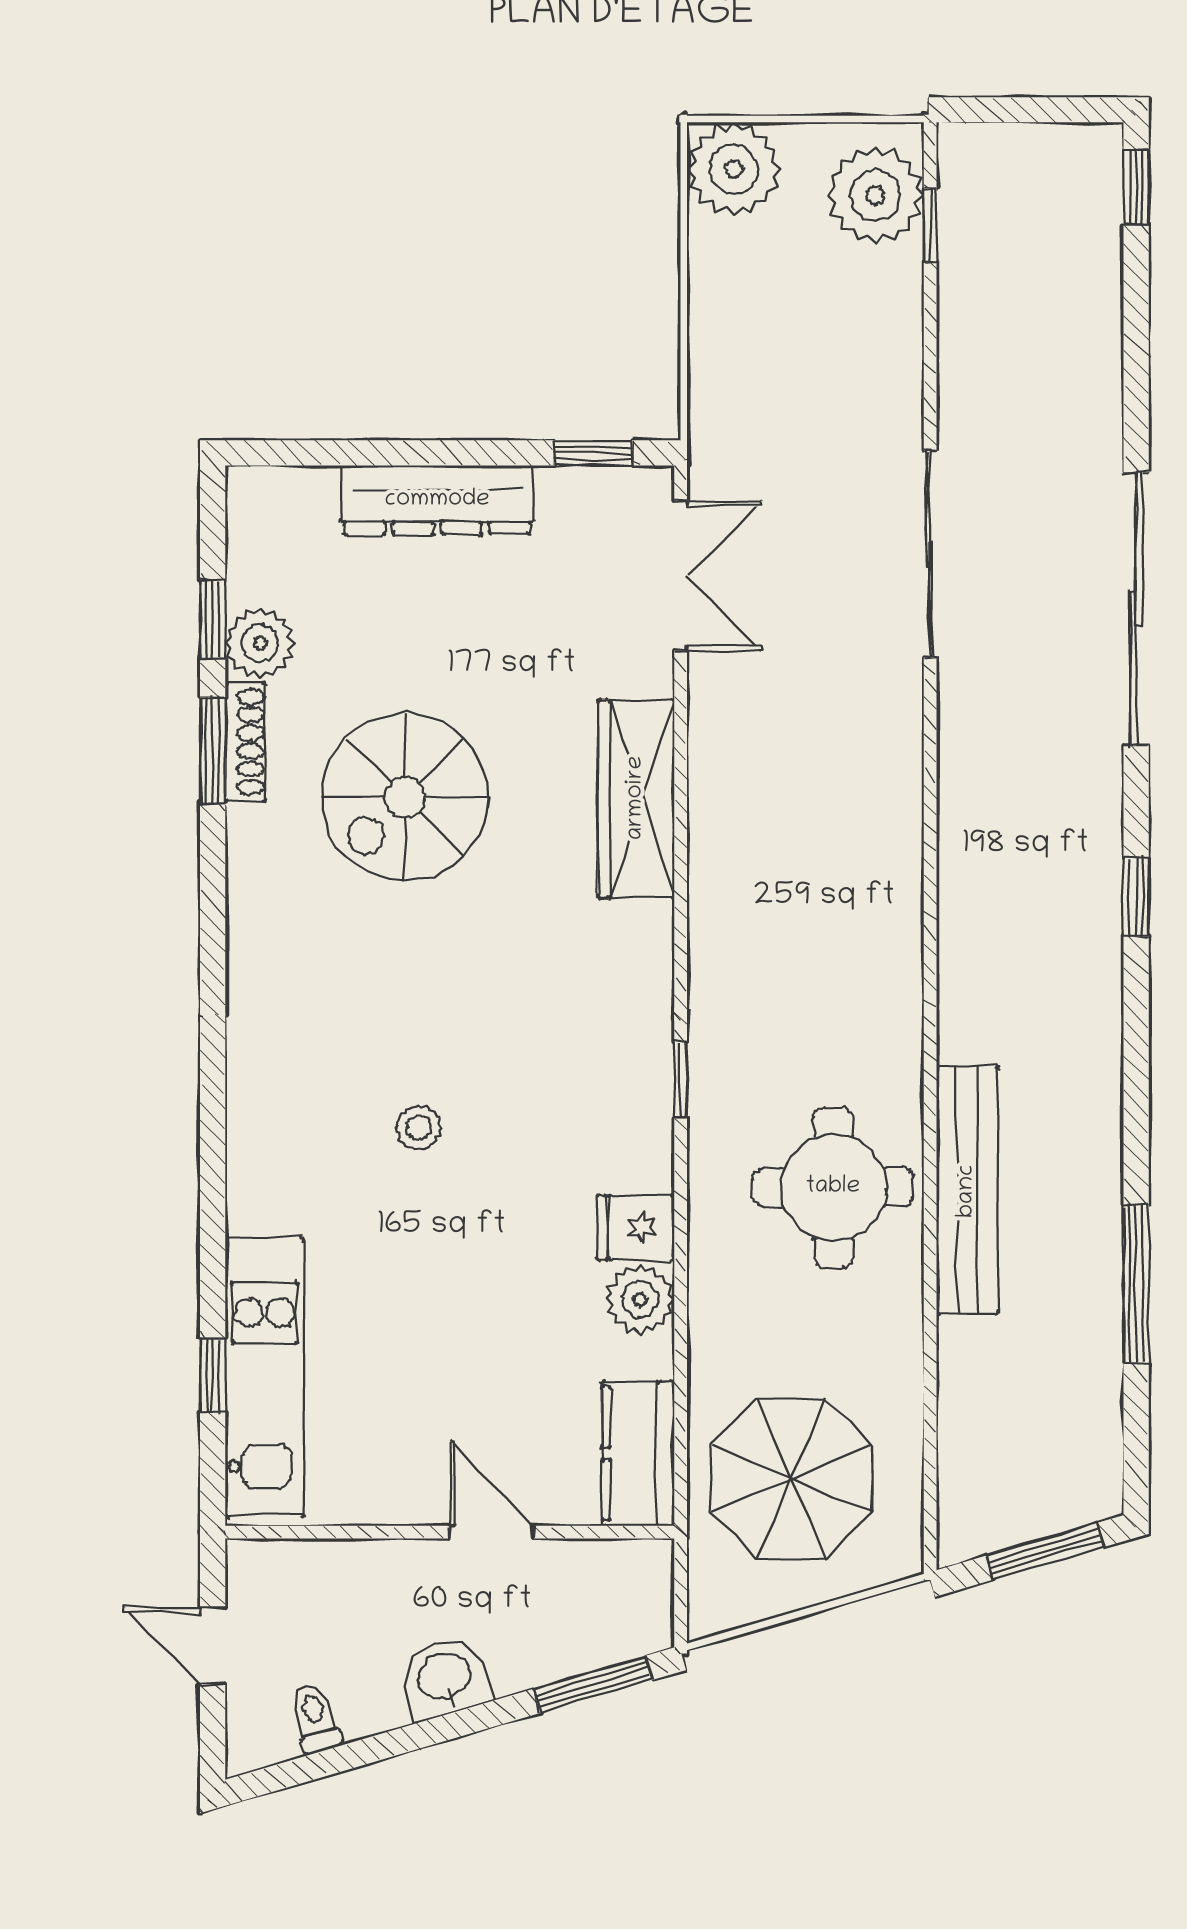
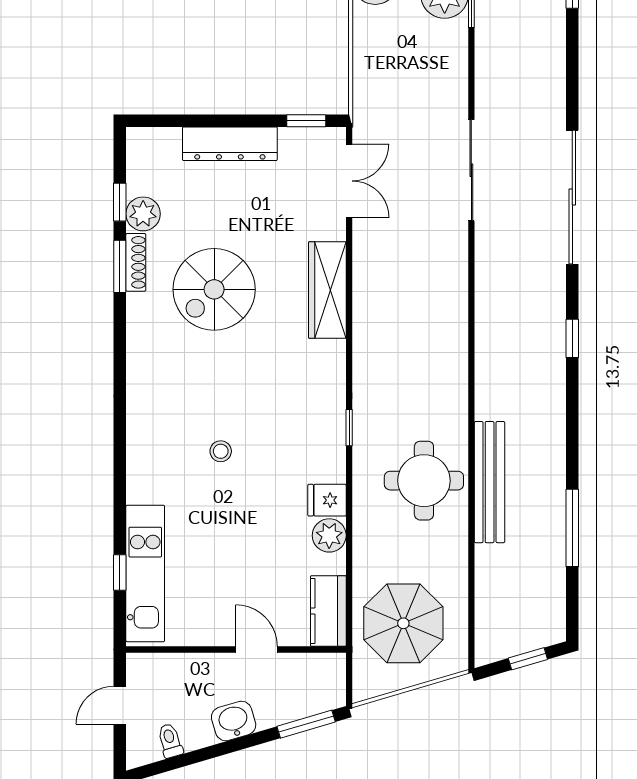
window: (1045, 1551) -> (528, 659), width x0.67
door: (213, 1646) -> (120, 705), hinge flipped

